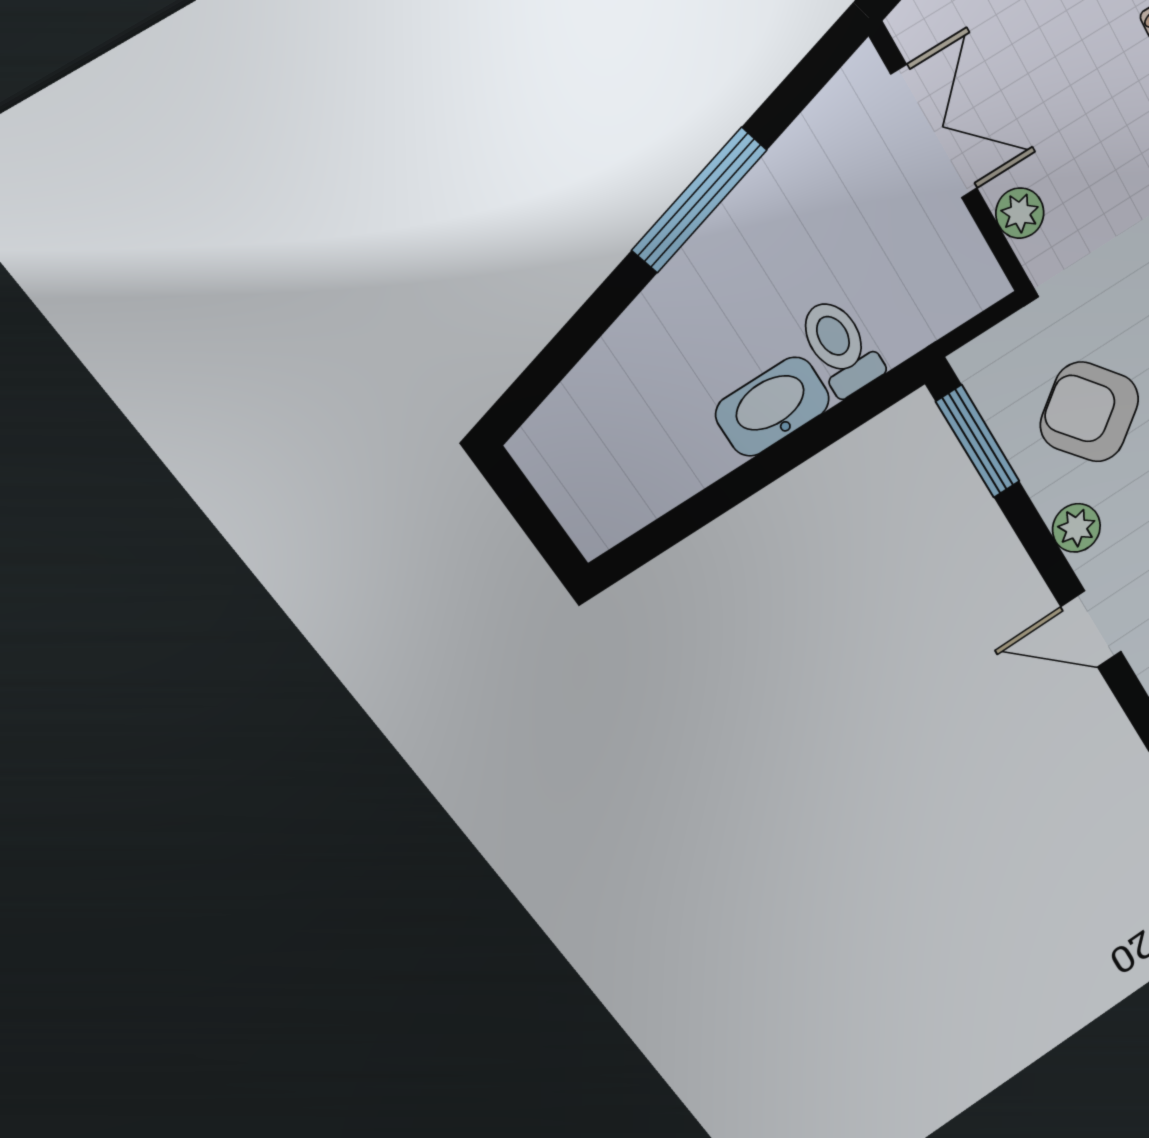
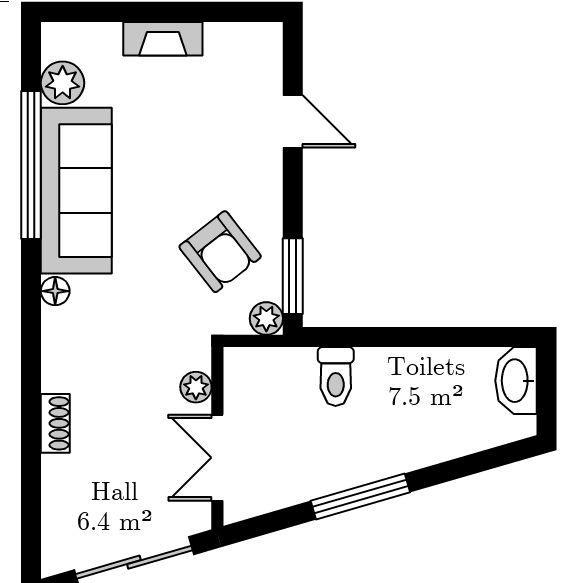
washbasin: (773, 407) -> (516, 381), moved, turned 90
plant: (1076, 528) -> (266, 318), moved

